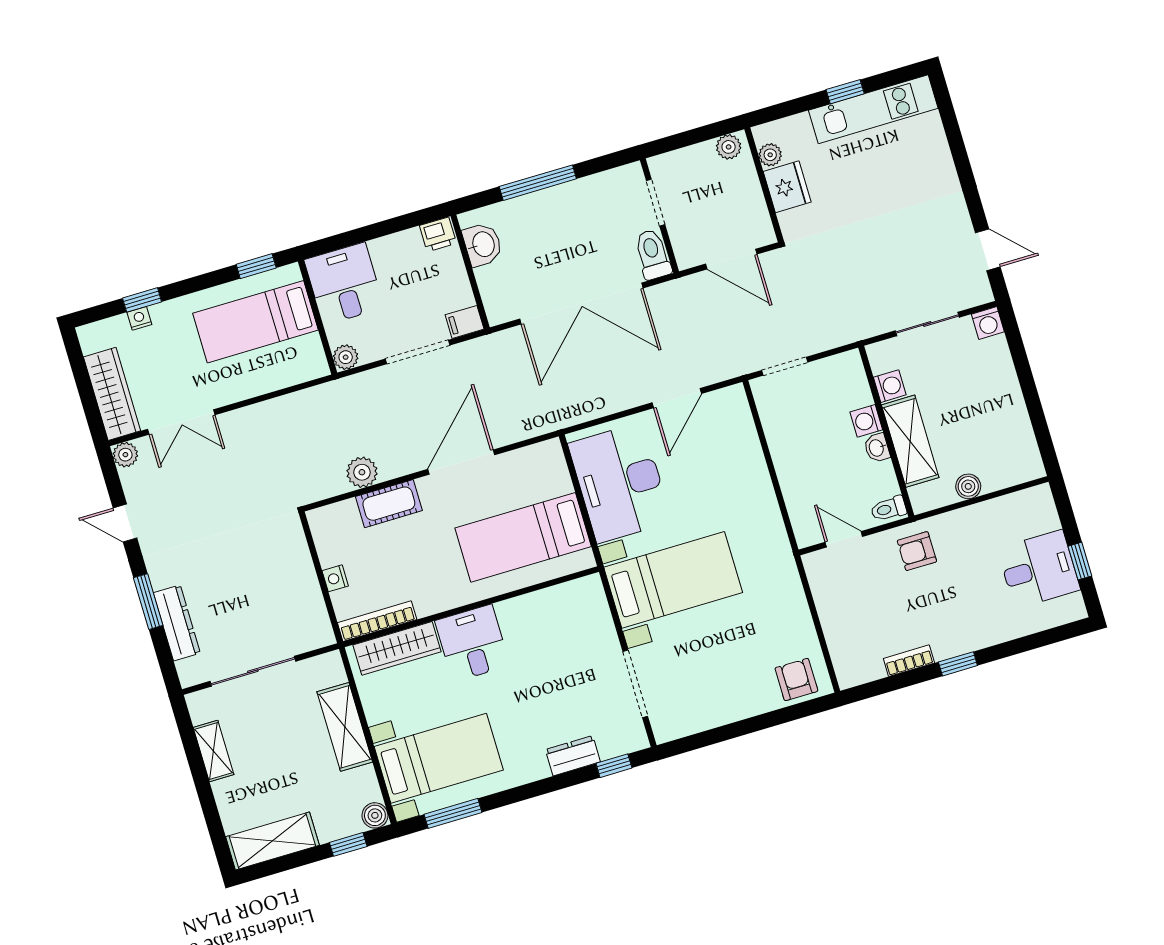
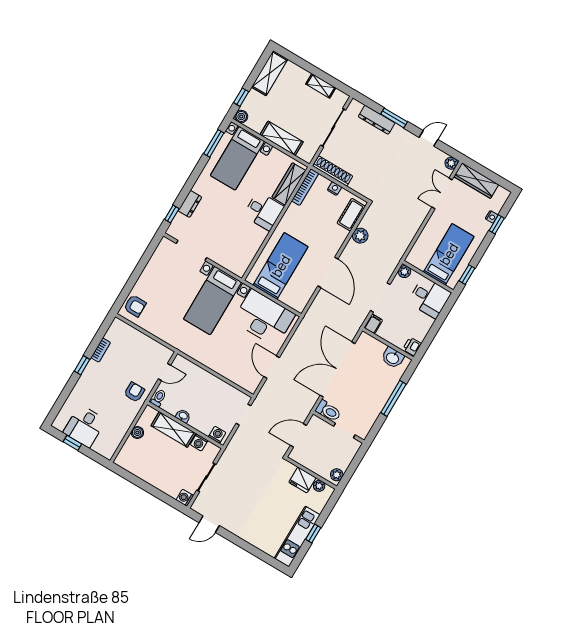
washing machine: (866, 421) -> (217, 435), moved
cot: (389, 504) -> (351, 215), moved
shoe rack: (314, 607) -> (333, 171), added

